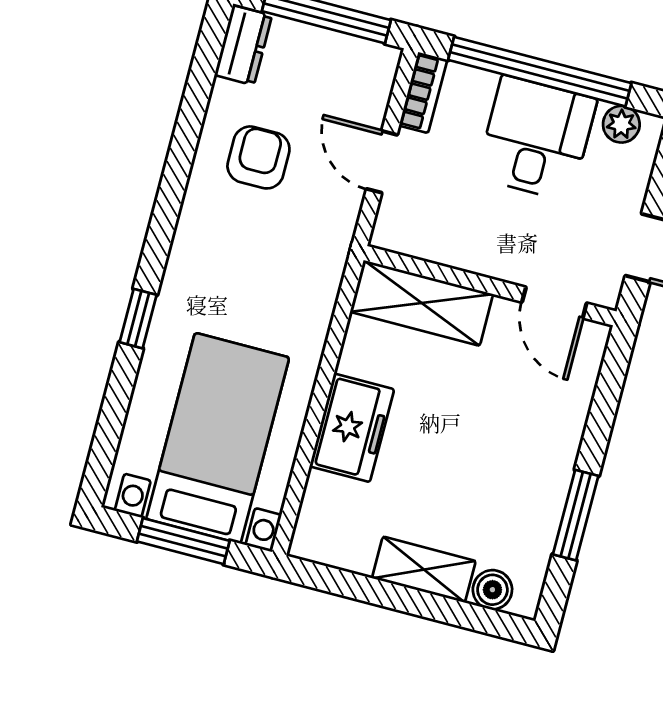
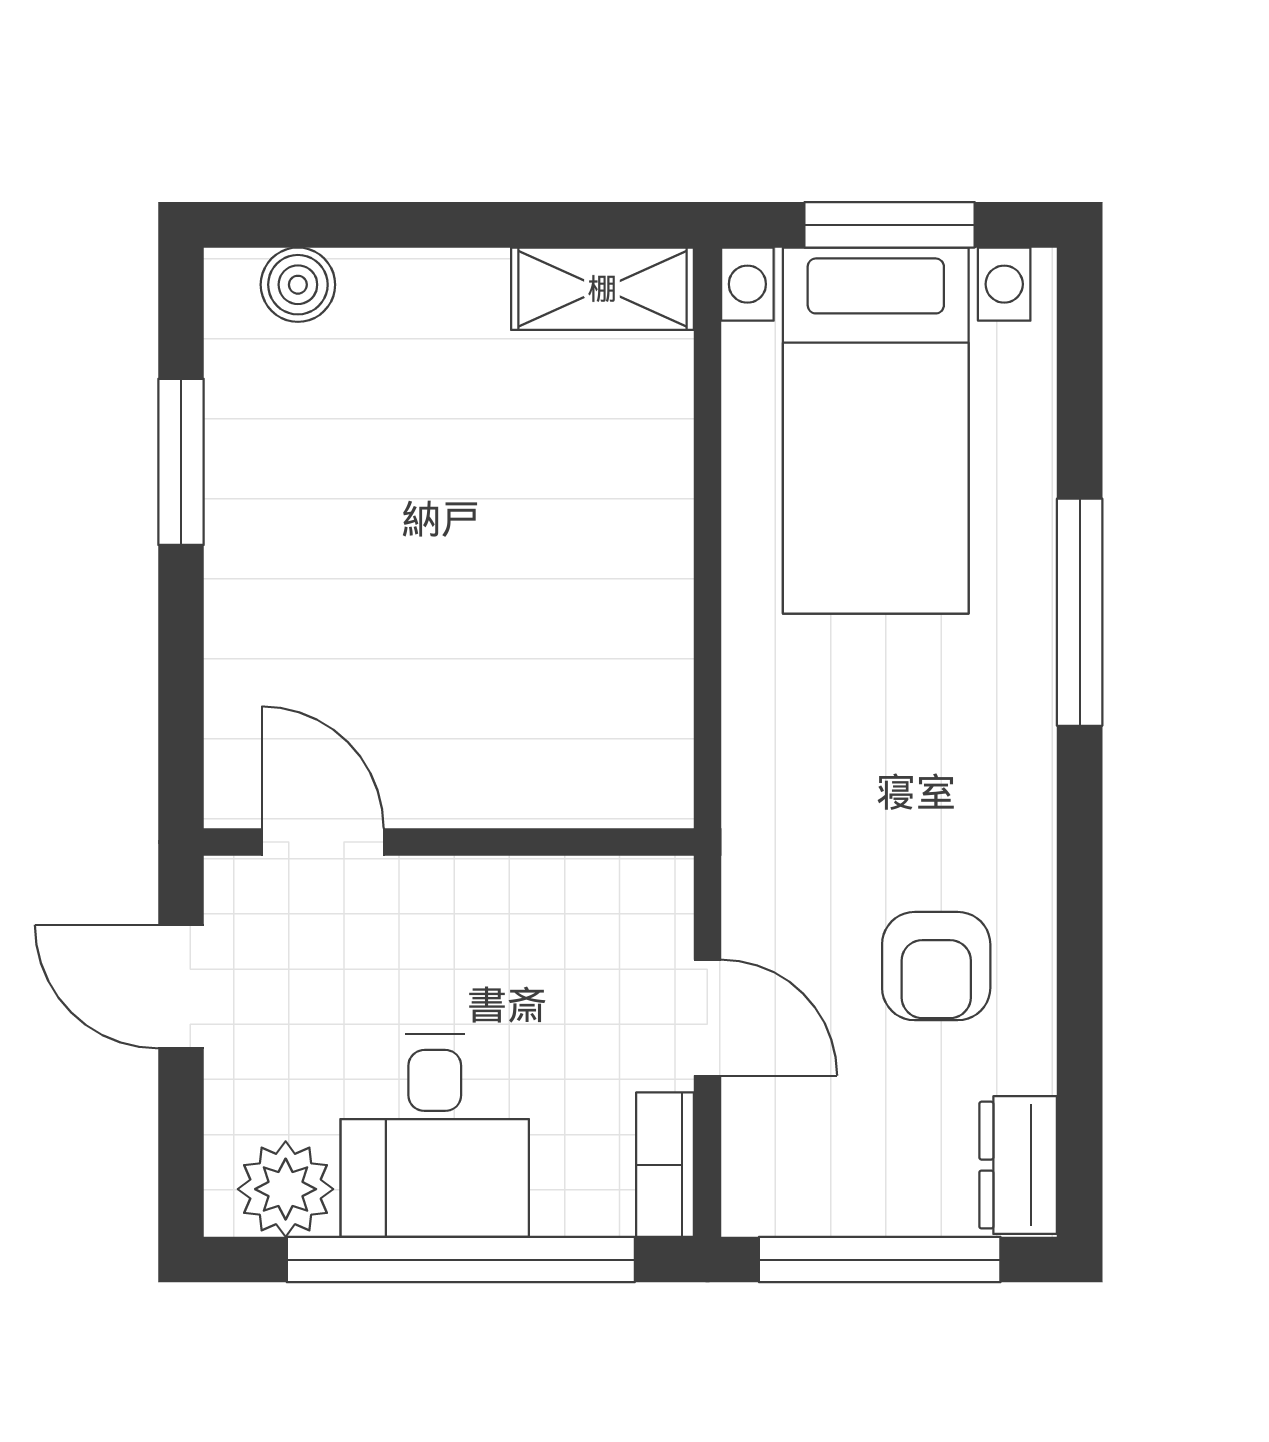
plant: (621, 124) -> (286, 1189), width x1.38, depth x1.38
shelving: (422, 303) -> (566, 777), removed
window: (138, 319) -> (1080, 612), width x2.17
freezer: (352, 428) -> (634, 514), removed
shelving: (424, 570) -> (602, 289), moved

